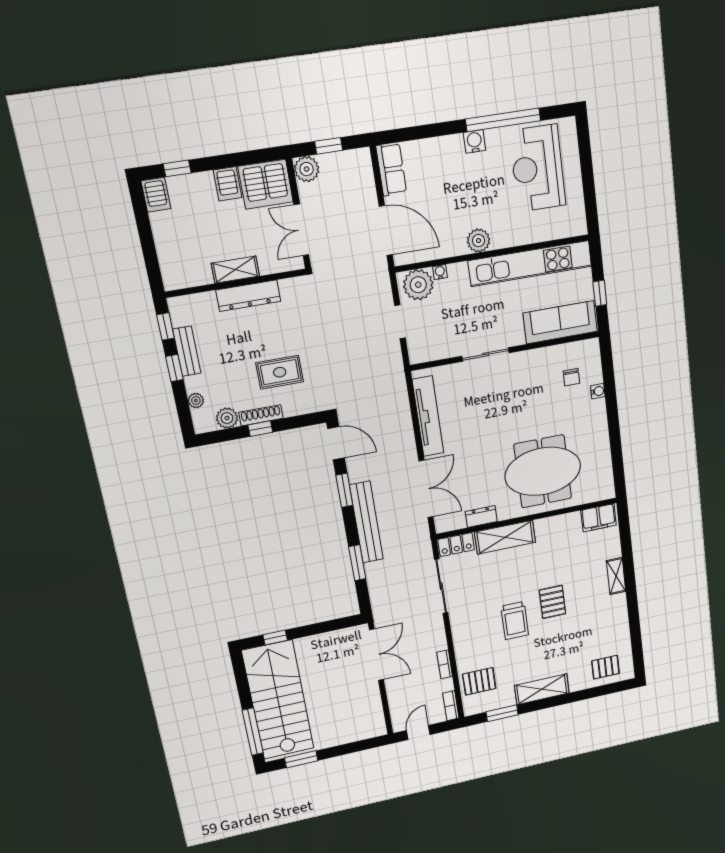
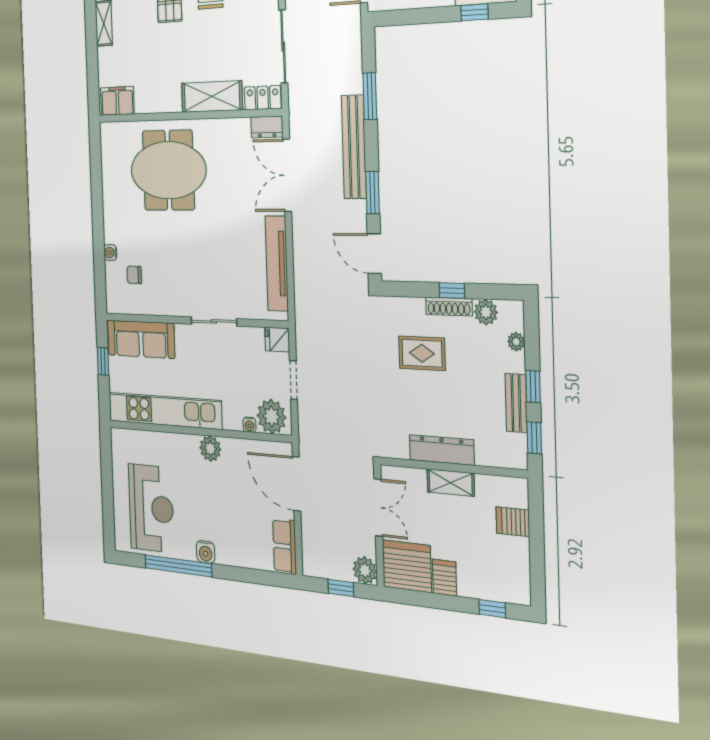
server rack: (156, 195) -> (513, 522), moved, turned -90
fridge: (420, 353) -> (277, 340), added
chair: (571, 377) -> (134, 275), turned -90
dresser: (481, 517) -> (267, 127), moved

